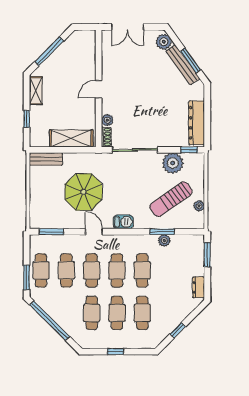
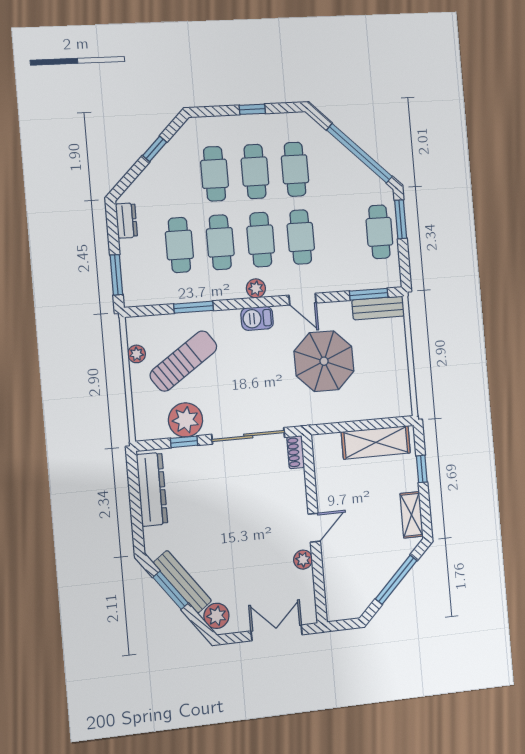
plant: (107, 120) -> (303, 560), moved
shelving: (71, 138) -> (376, 442), moved
window: (189, 150) -> (184, 442), moved
bench: (46, 159) -> (378, 308), moved
plant: (164, 240) -> (256, 288), moved
cafe table: (66, 270) -> (179, 245), moved

